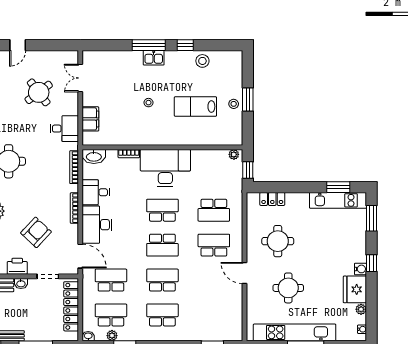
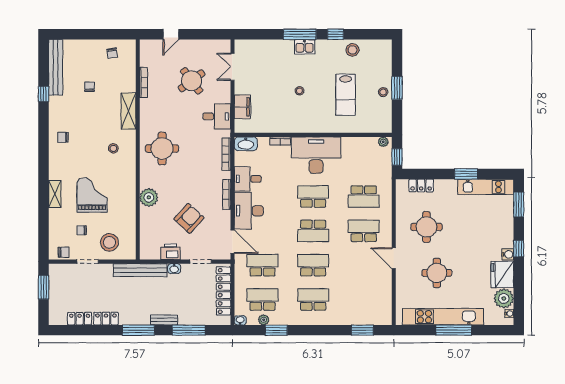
lab bench: (195, 107) -> (346, 95), turned -90
window: (338, 187) -> (466, 174), moved
plant: (361, 309) -> (504, 298), width x1.88, depth x1.88

